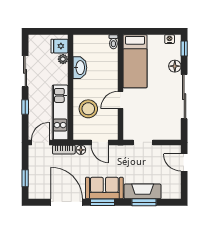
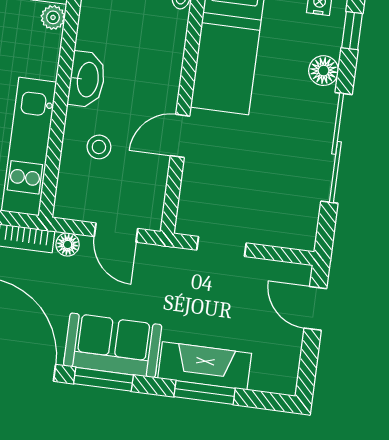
washbasin: (80, 68) -> (87, 79), moved
stool: (88, 109) -> (99, 147), width x0.53, depth x0.53

